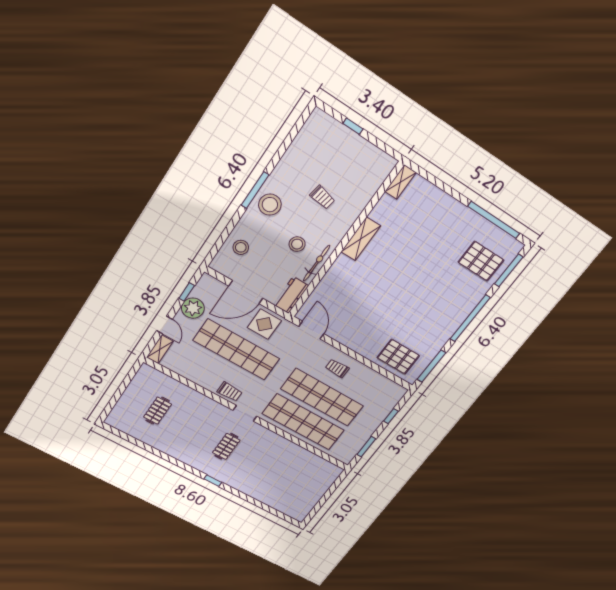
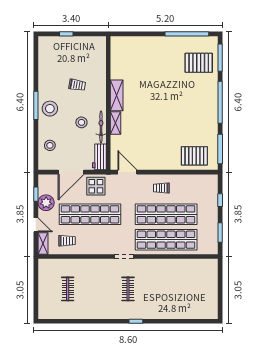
shelving: (400, 182) -> (116, 123), moved
trolley: (230, 392) -> (67, 241), moved

